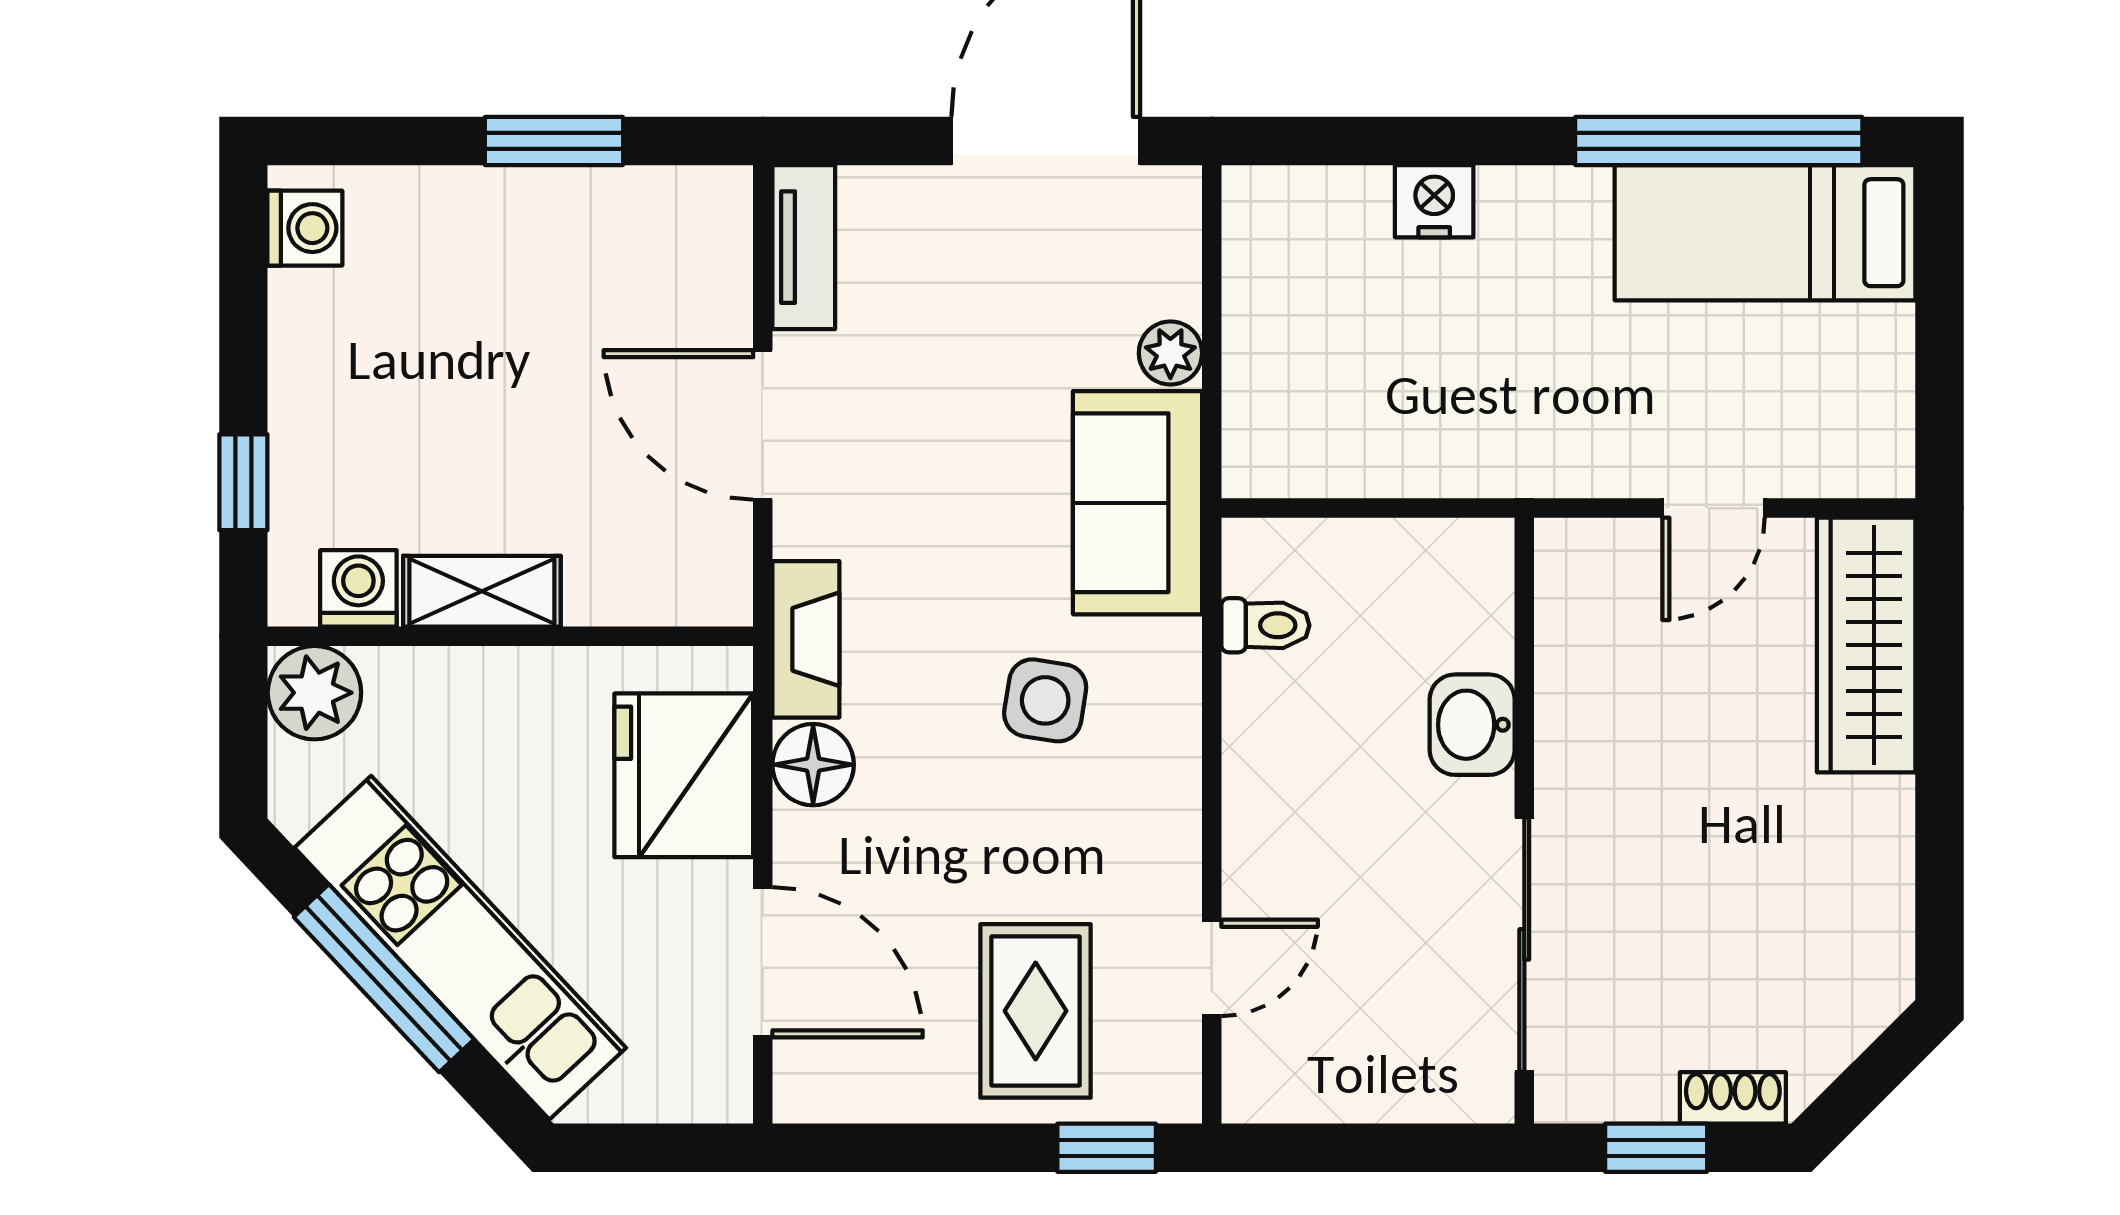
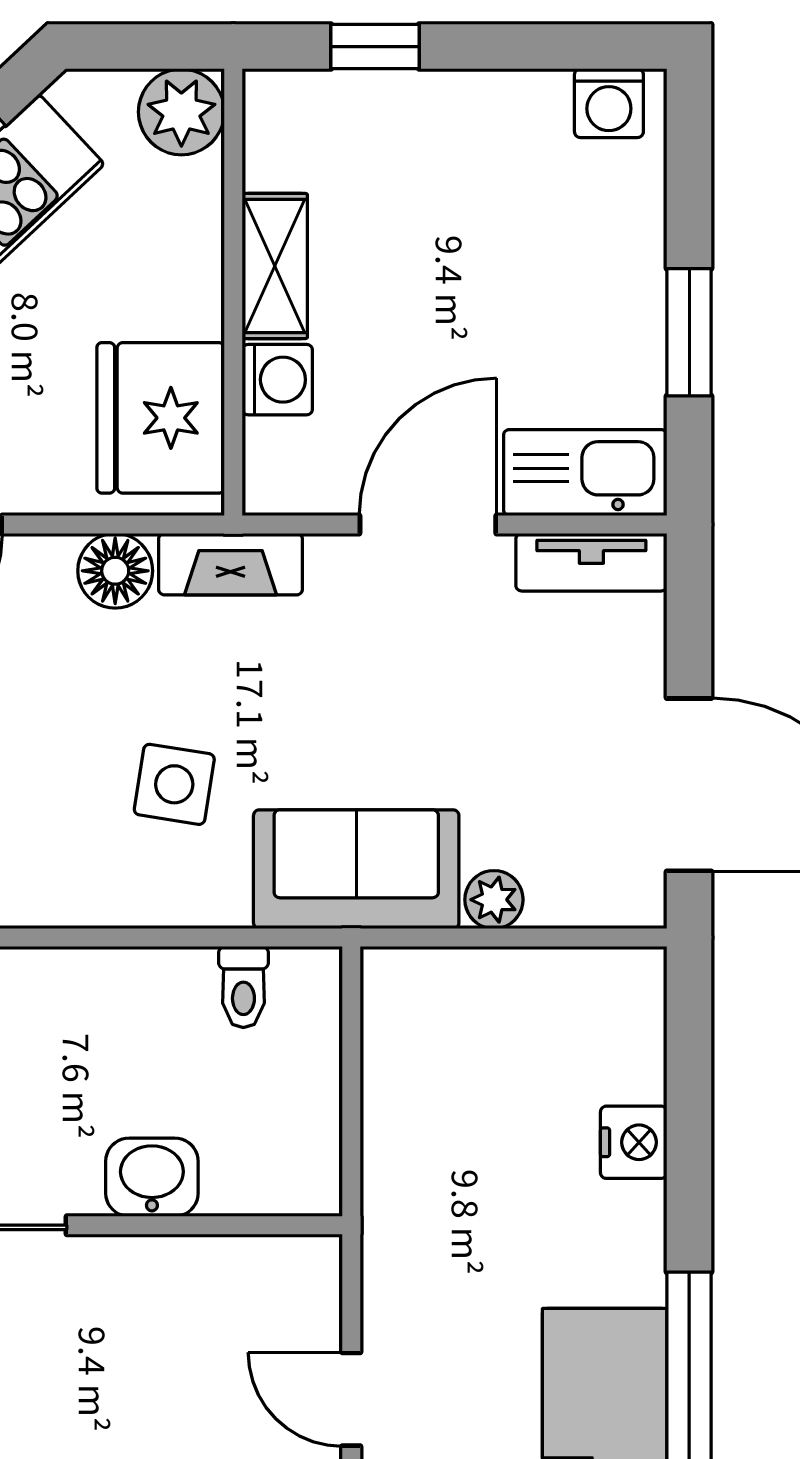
kitchen sink: (706, 254) -> (585, 473), added
washing machine: (358, 588) -> (277, 380), moved
fridge: (684, 775) -> (161, 418), moved, turned -90

